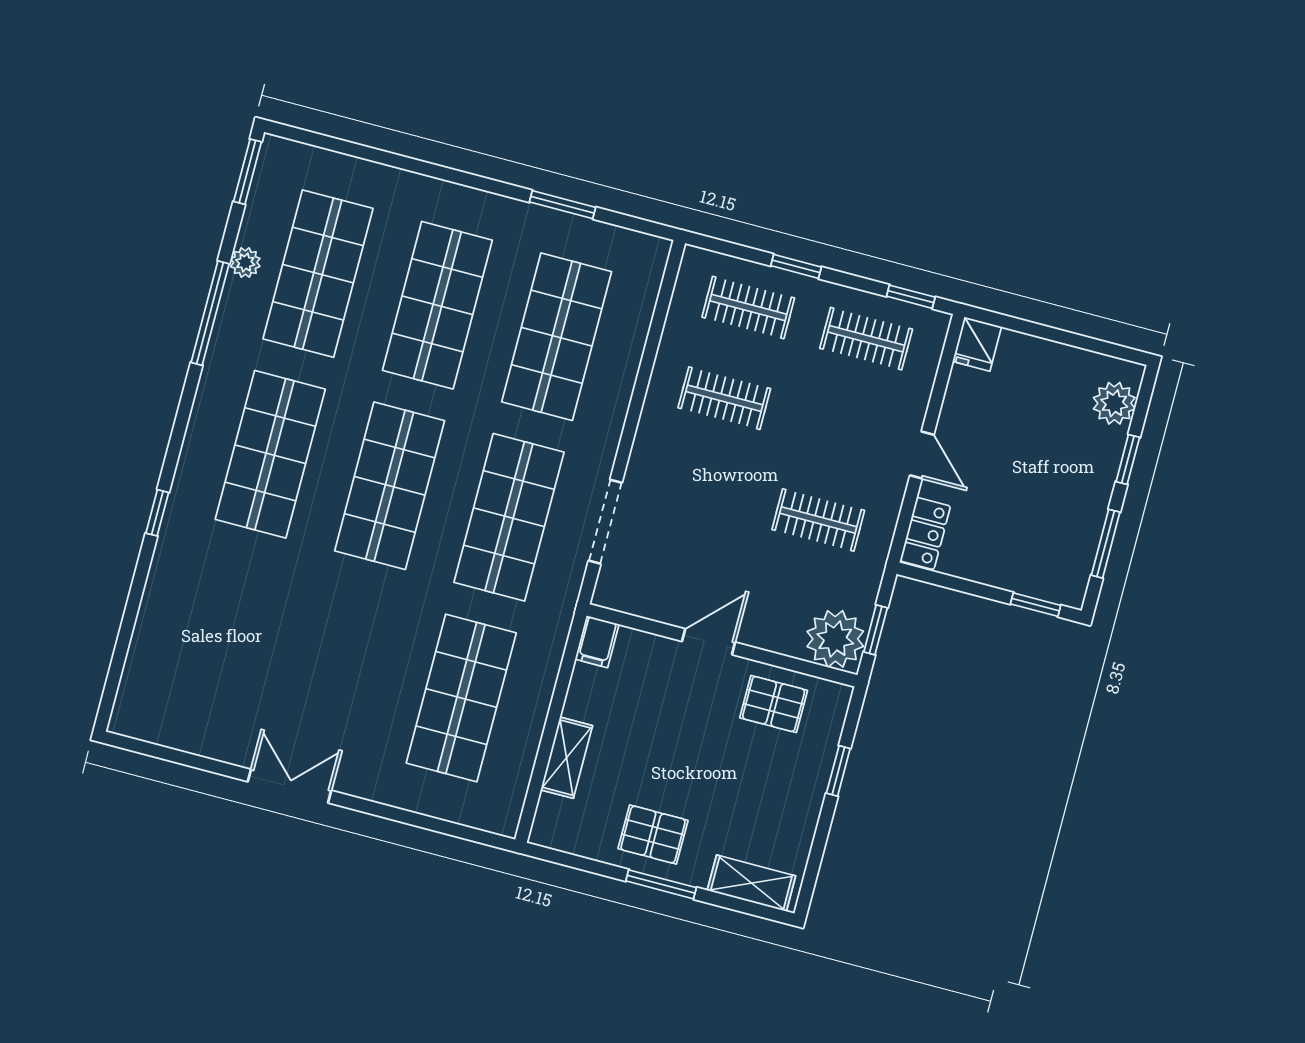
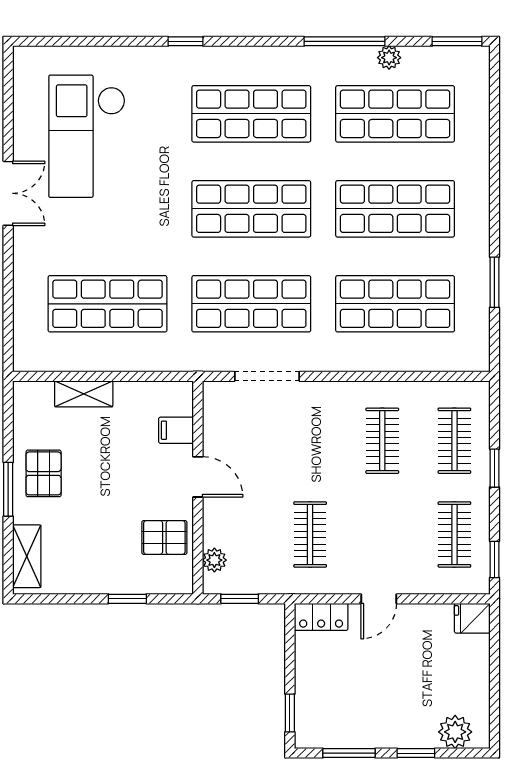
plant: (835, 639) -> (214, 560), width x0.53, depth x0.53
filing cabinet: (597, 642) -> (176, 430), moved
checkout: (244, 668) -> (87, 136), added
pallet: (774, 704) -> (164, 537), turned 90

